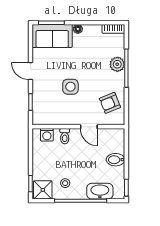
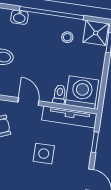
tv unit: (54, 119) -> (69, 117), added
washing machine: (47, 135) -> (82, 92), width x1.89, depth x1.89
washbasin: (100, 191) -> (19, 17), width x0.52, depth x0.69

